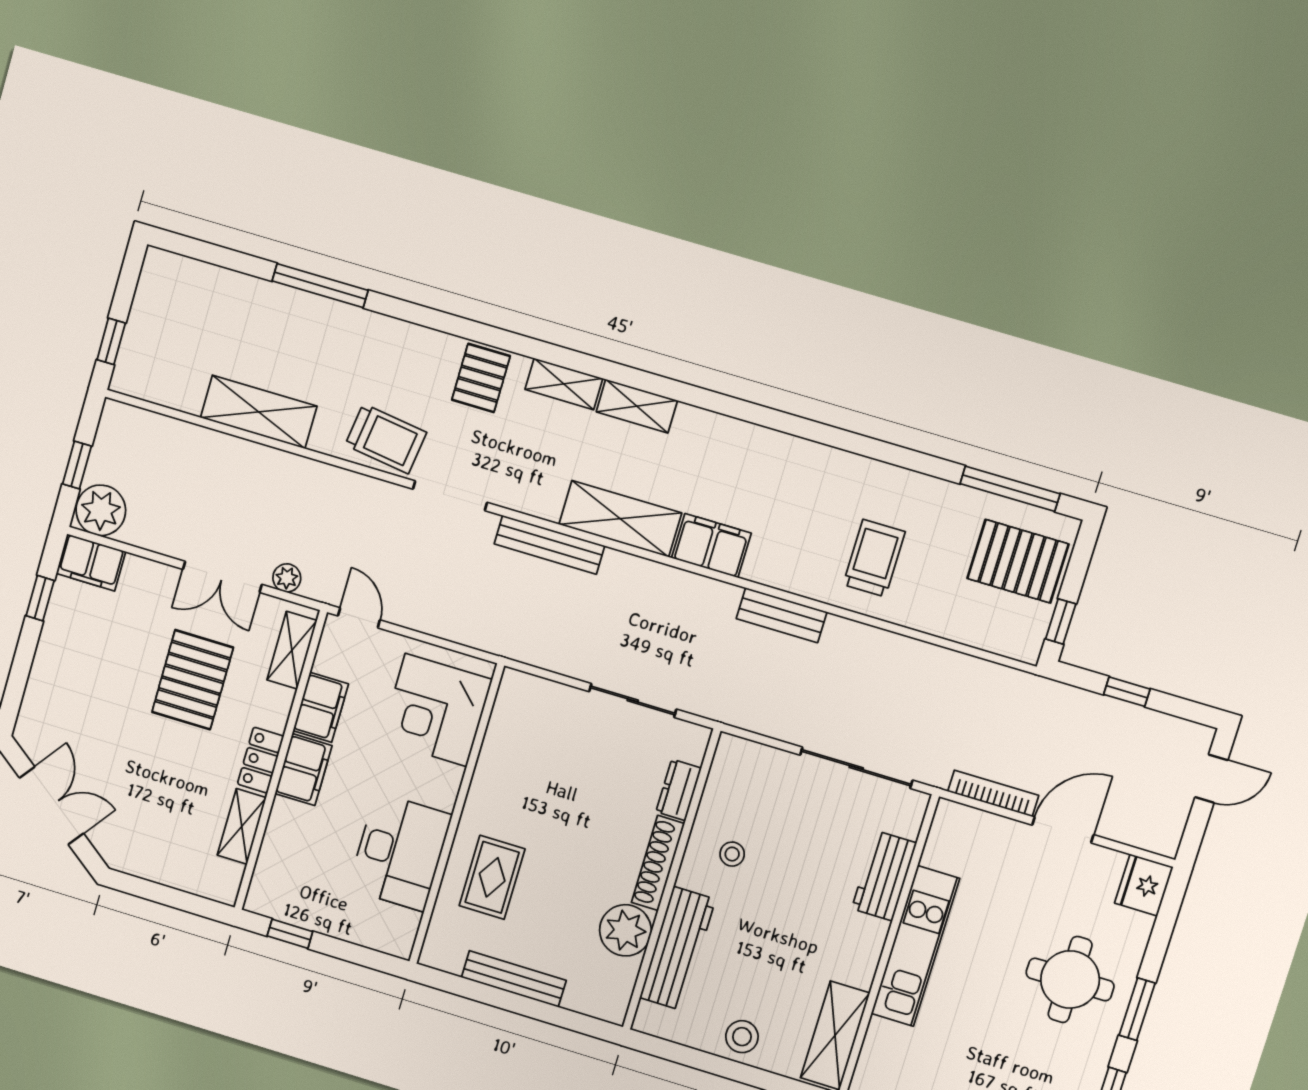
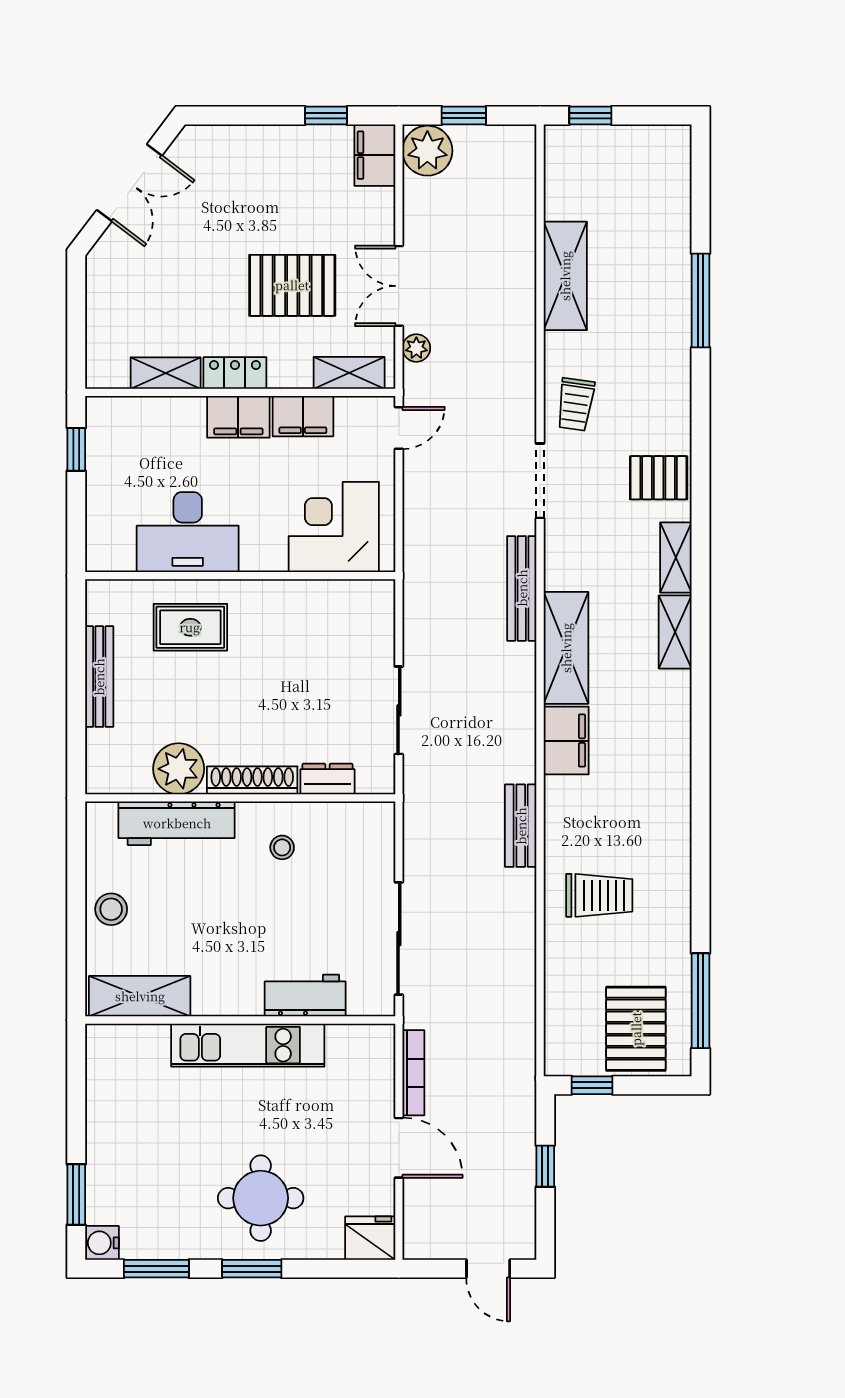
trolley: (386, 439) -> (576, 404), width x0.73, depth x0.72

